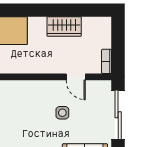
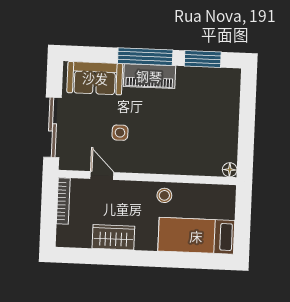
bookcase: (107, 61) -> (63, 201), width x1.56
stool: (24, 63) -> (164, 195), added

